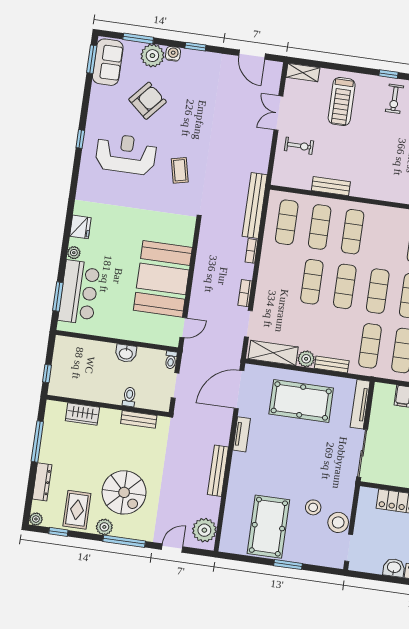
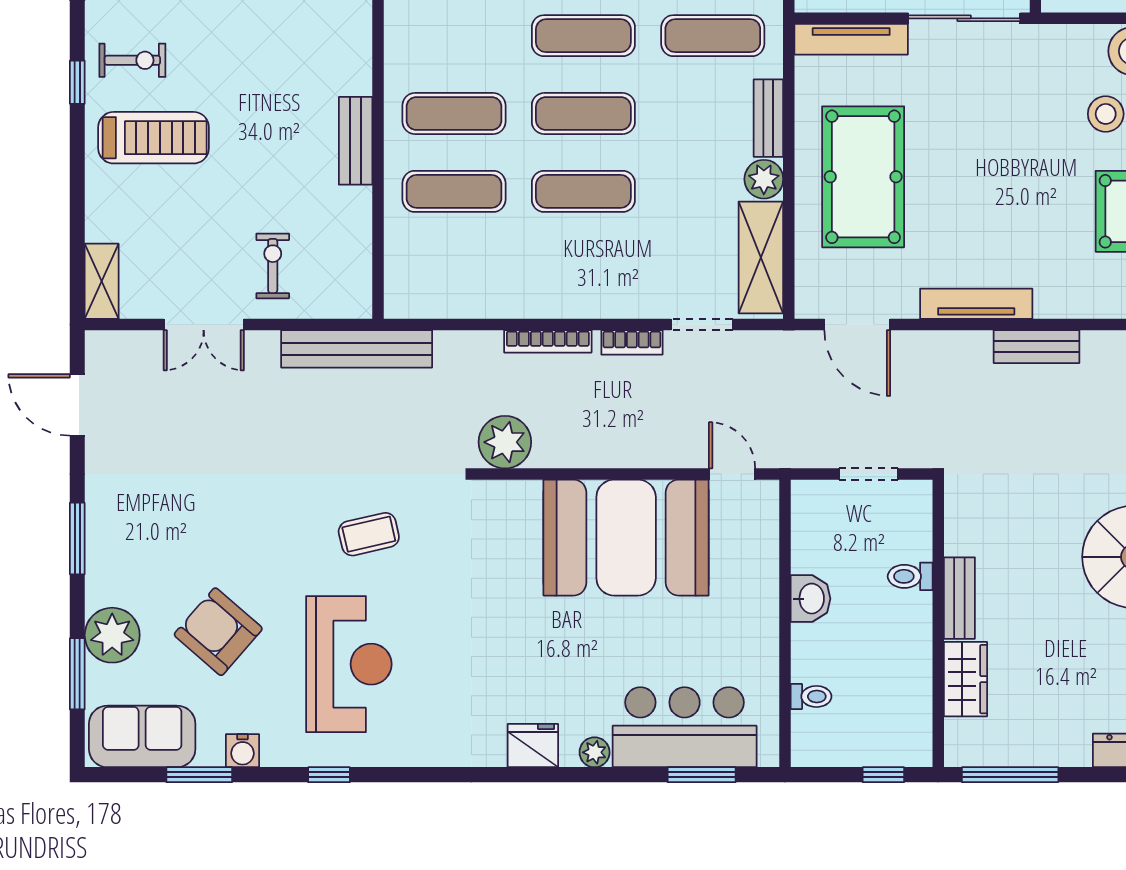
window: (195, 47) -> (77, 539), width x1.50
water cooler: (173, 54) -> (243, 751), moved, turned -90
door: (252, 55) -> (77, 405), swing flipped
window: (92, 59) -> (199, 775), moved
treadmill: (342, 102) -> (154, 138), moved
reception desk: (126, 154) -> (349, 664), turned 180
bench: (331, 186) -> (356, 141), moved
bench: (255, 205) -> (357, 349), moved
exercise mat: (287, 222) -> (454, 269), removed
plant: (210, 233) -> (505, 442), added
bookcase: (251, 251) -> (548, 341), width x1.56
toilet: (171, 360) -> (811, 696), moved
door: (239, 390) -> (857, 325), width x0.73
bench: (139, 419) -> (959, 598), moved
tv unit: (242, 434) -> (976, 304), width x1.41
window: (37, 442) -> (1010, 775), moved
bench: (218, 471) -> (1036, 347), width x0.73

